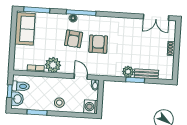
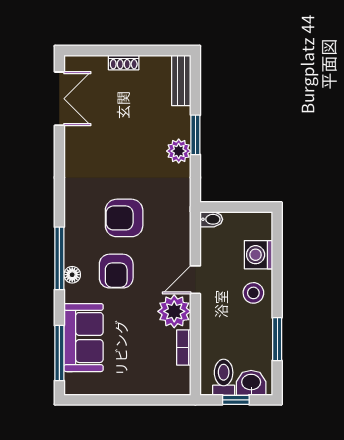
sofa: (25, 29) -> (84, 338), moved, turned 90
armchair: (74, 39) -> (116, 271), turned 84
bench: (146, 74) -> (181, 80), moved
door: (81, 77) -> (195, 280), moved
washing machine: (91, 107) -> (258, 255), moved, turned 90

